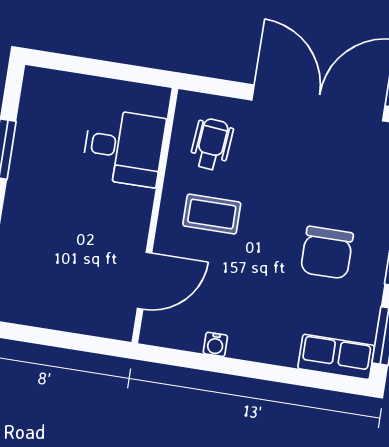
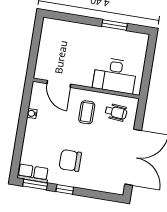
desk: (124, 148) -> (115, 75), width x1.37
row of seats: (336, 357) -> (33, 173), moved, turned -90

